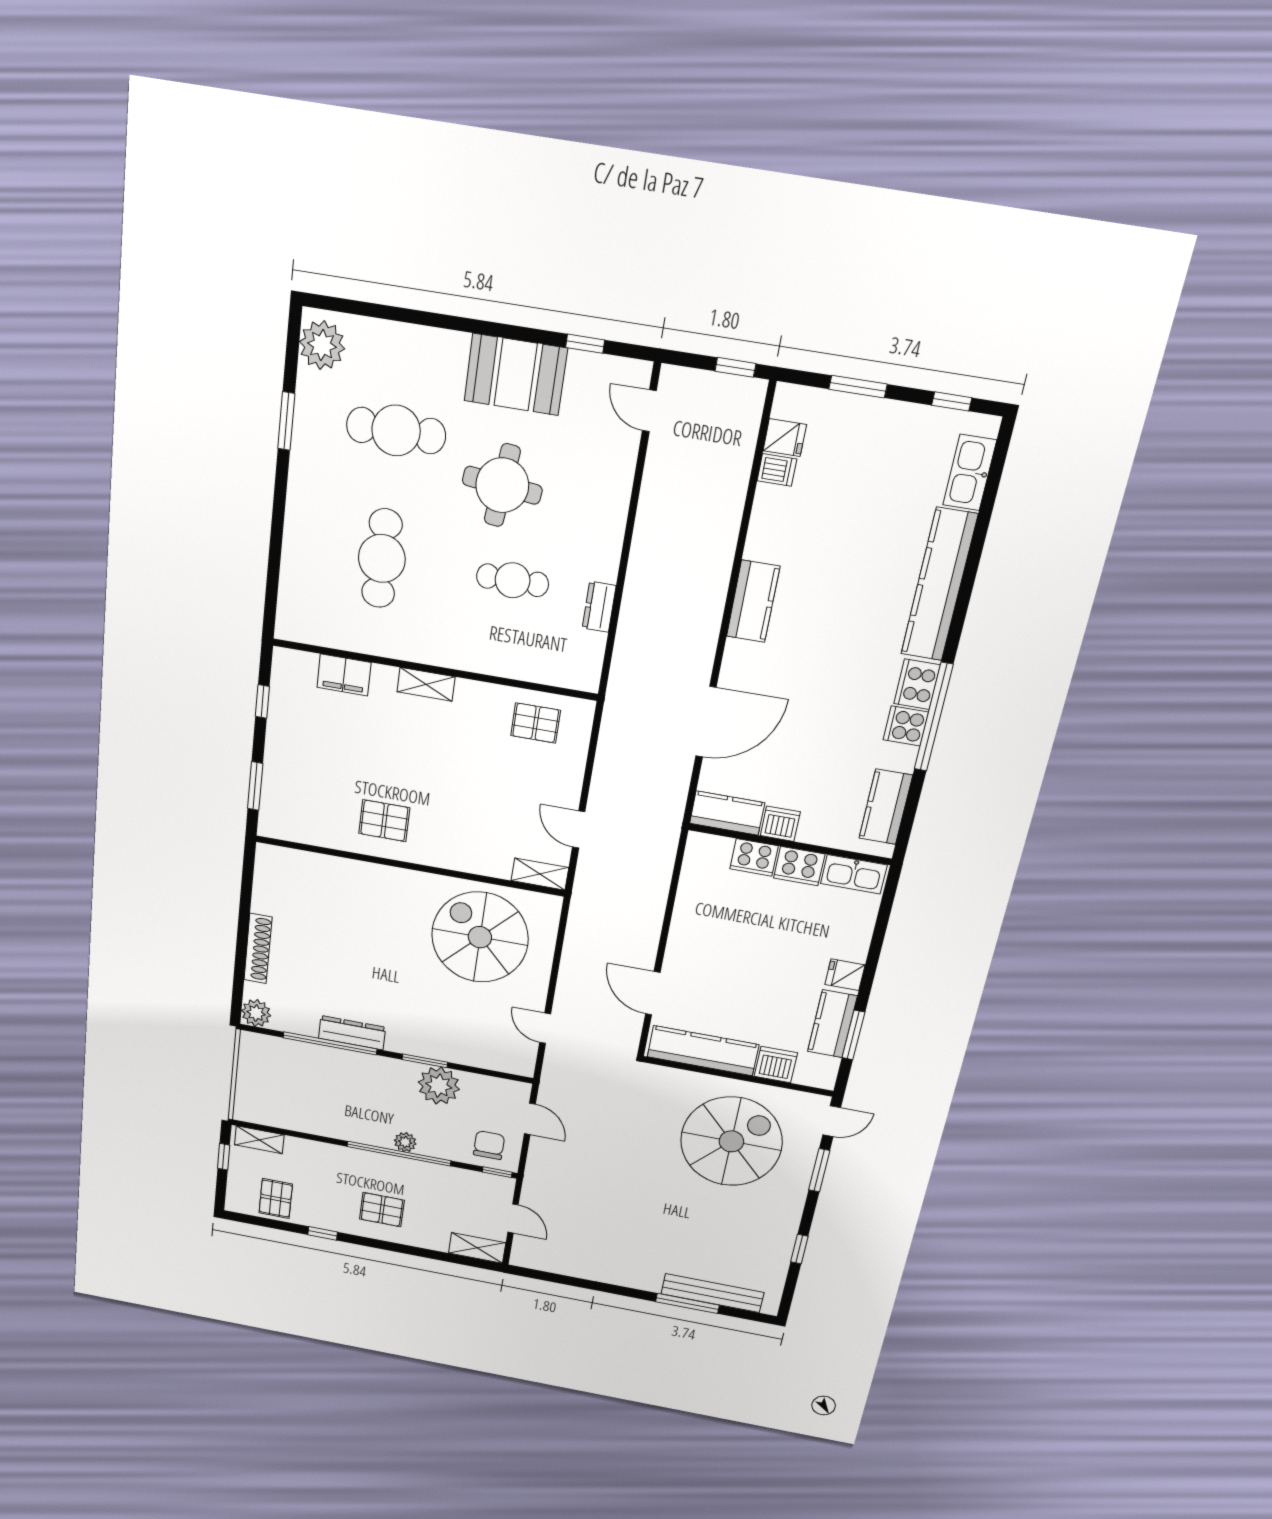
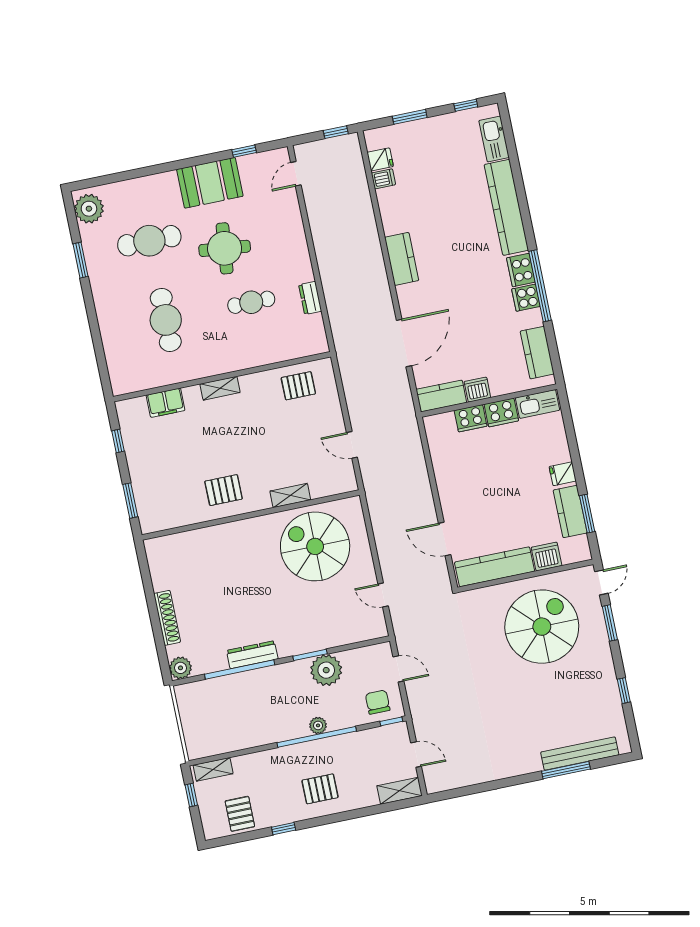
door: (649, 411) -> (296, 174), hinge flipped
shelving: (540, 874) -> (290, 495), moved

